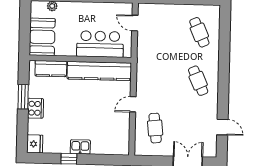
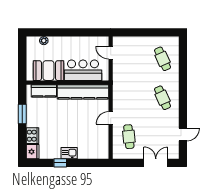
booth: (42, 37) -> (48, 71), moved, turned 90
cooker: (36, 108) -> (32, 136), moved
door: (222, 127) -> (183, 135), hinge flipped

